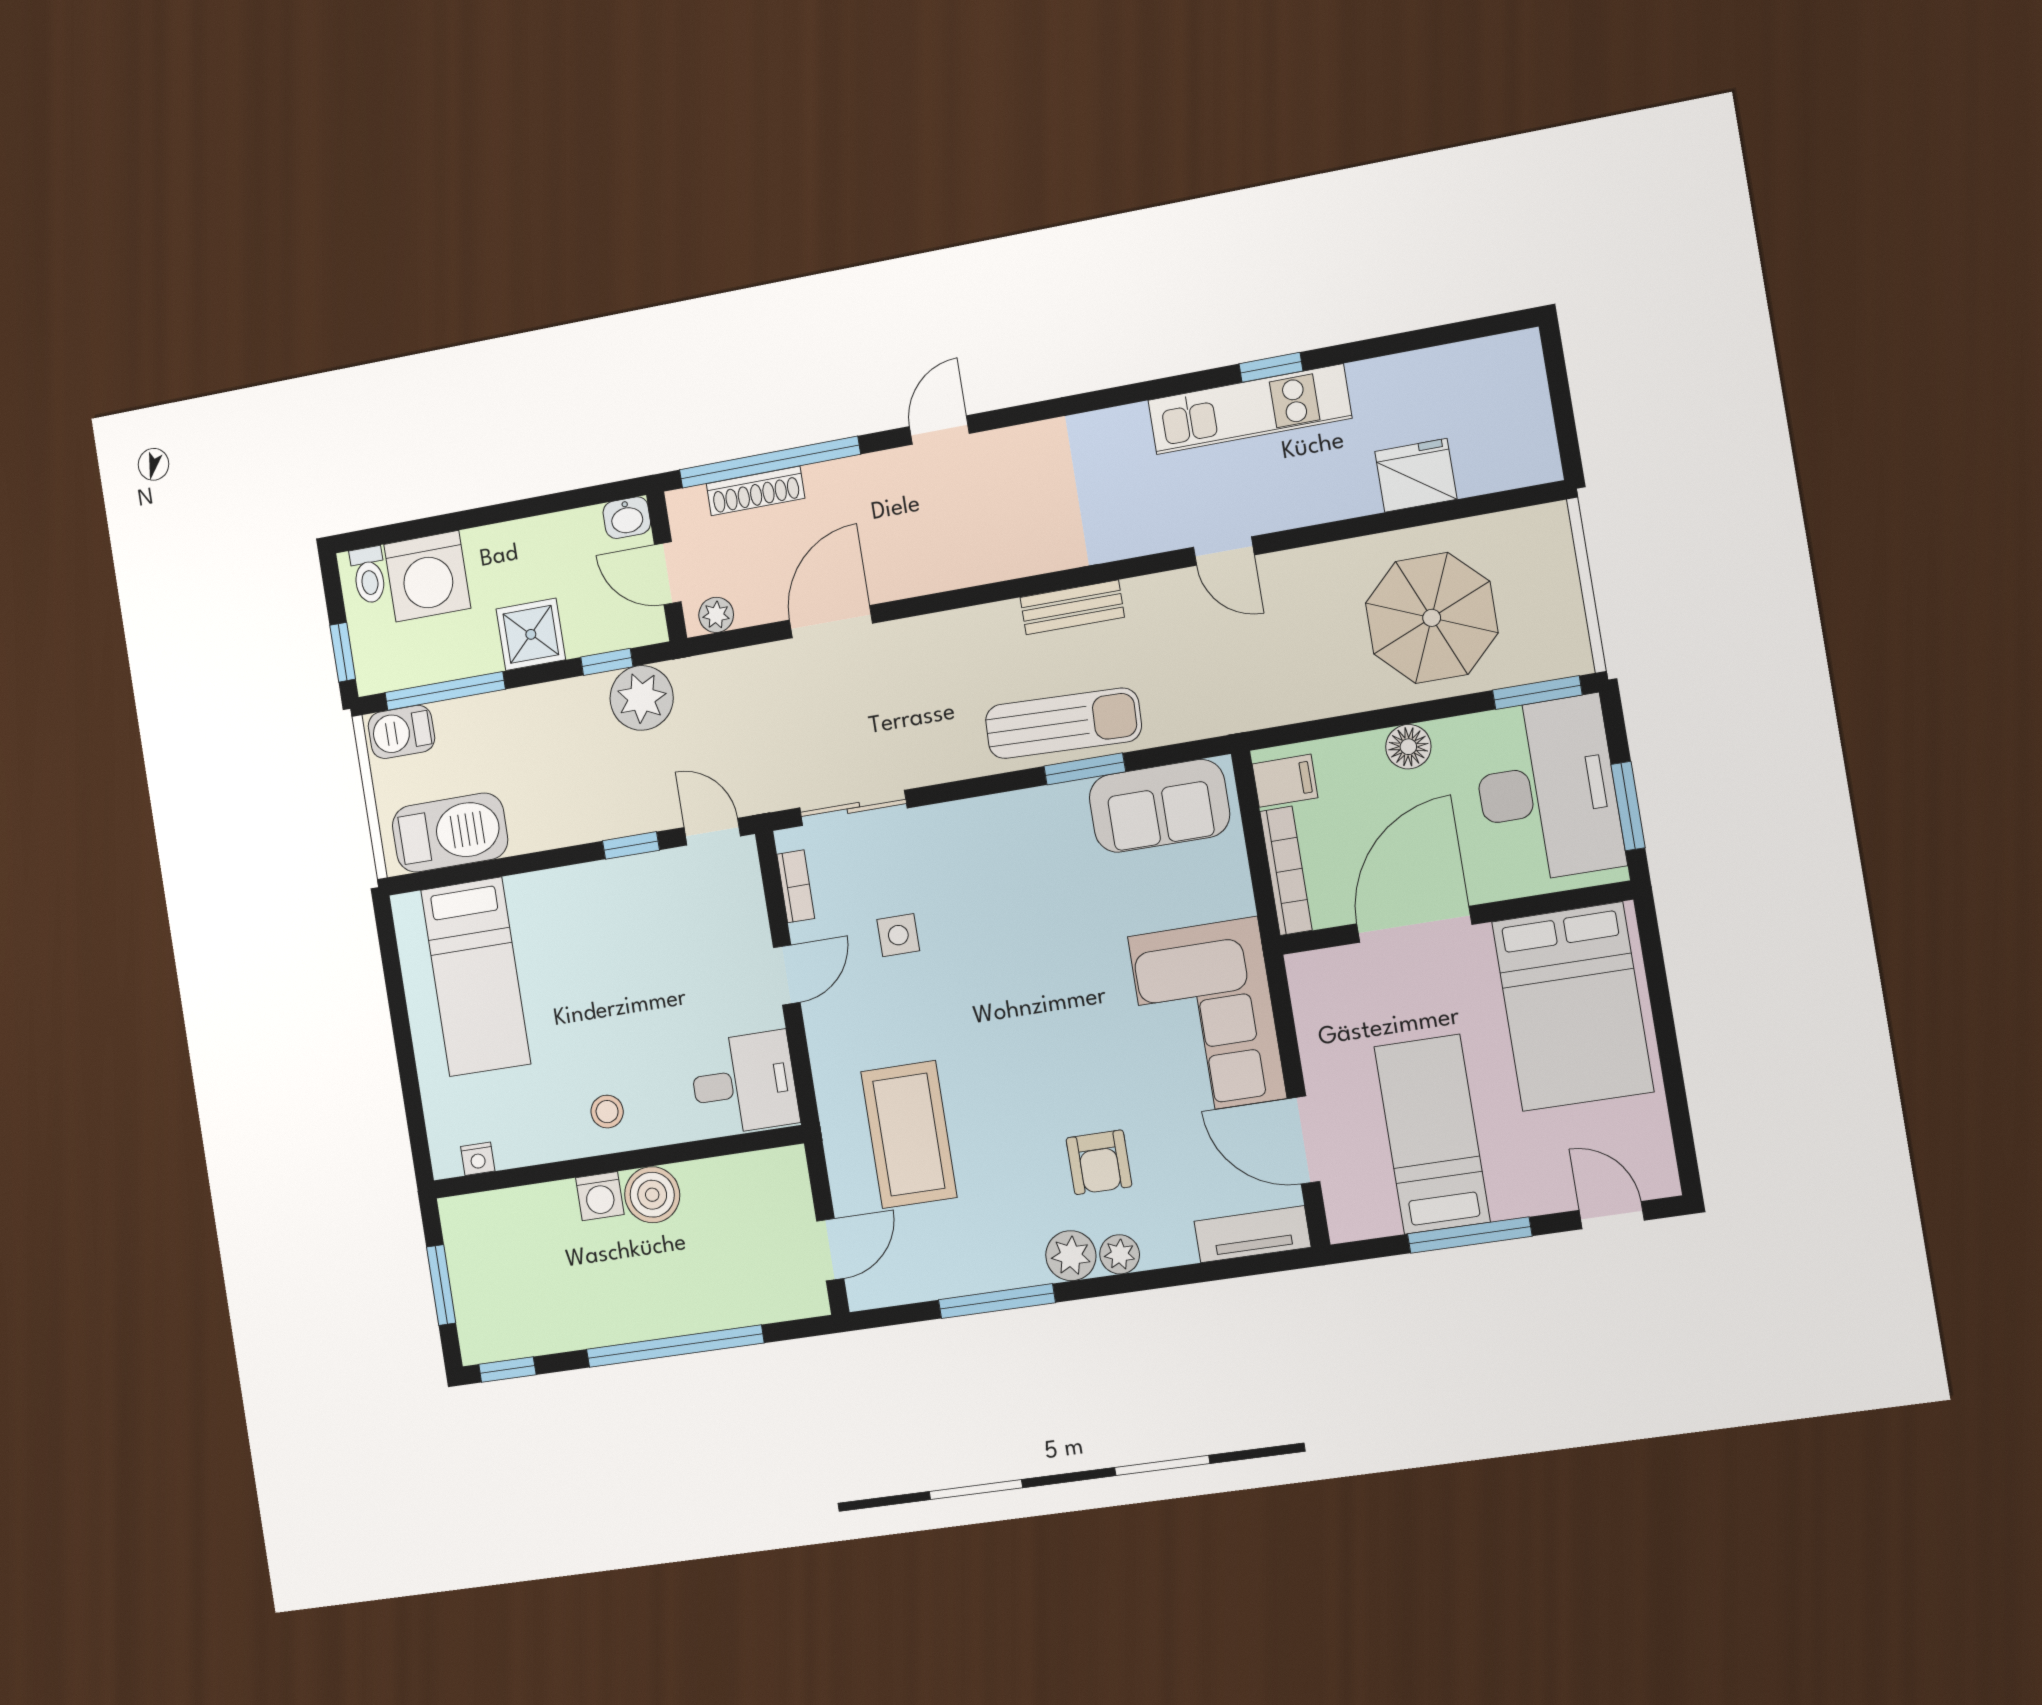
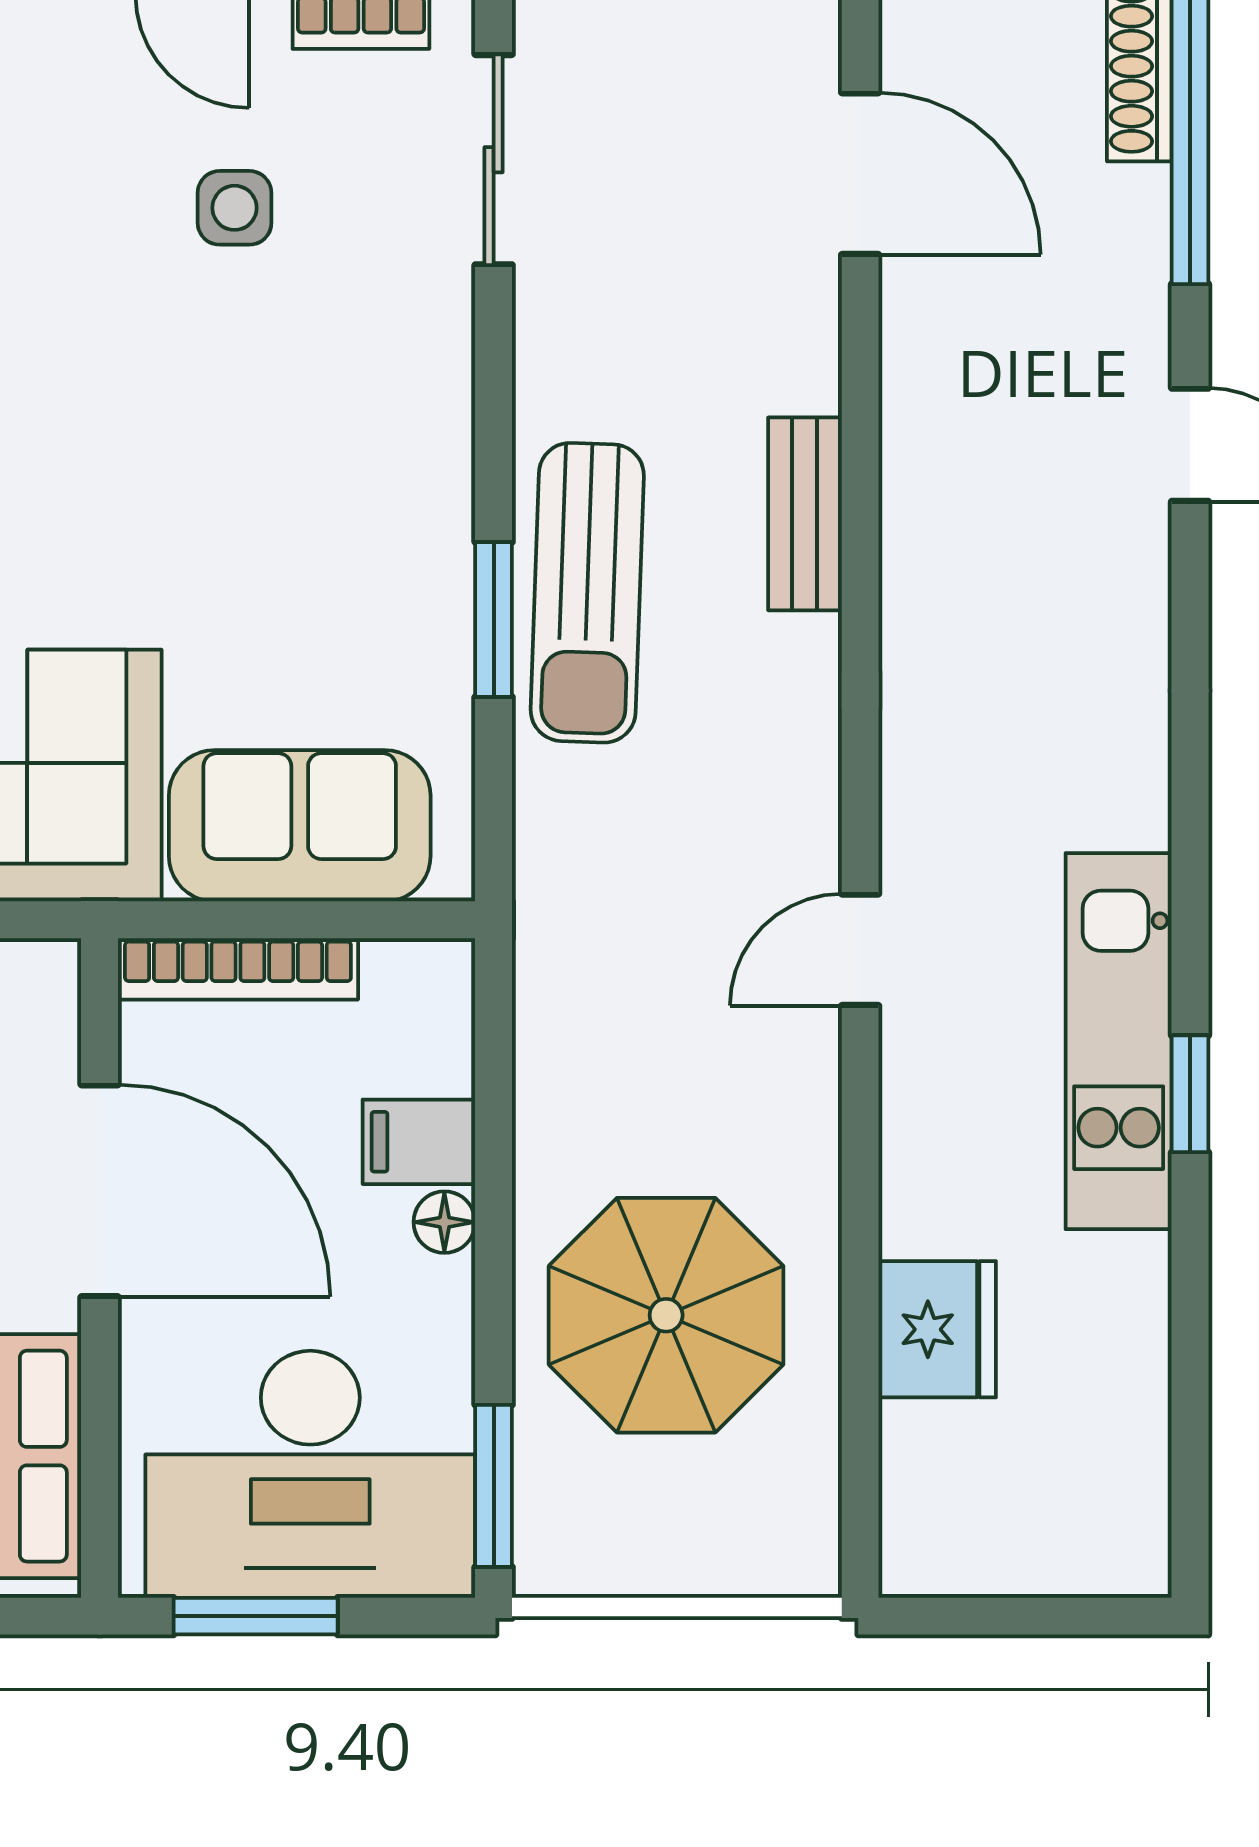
bench: (1072, 607) -> (805, 514), moved
floor lamp: (1408, 747) -> (444, 1222), width x0.73, depth x0.73
filing cabinet: (1285, 781) -> (419, 1142), moved, turned 90
sofa: (1159, 806) -> (300, 826), moved, turned 90

